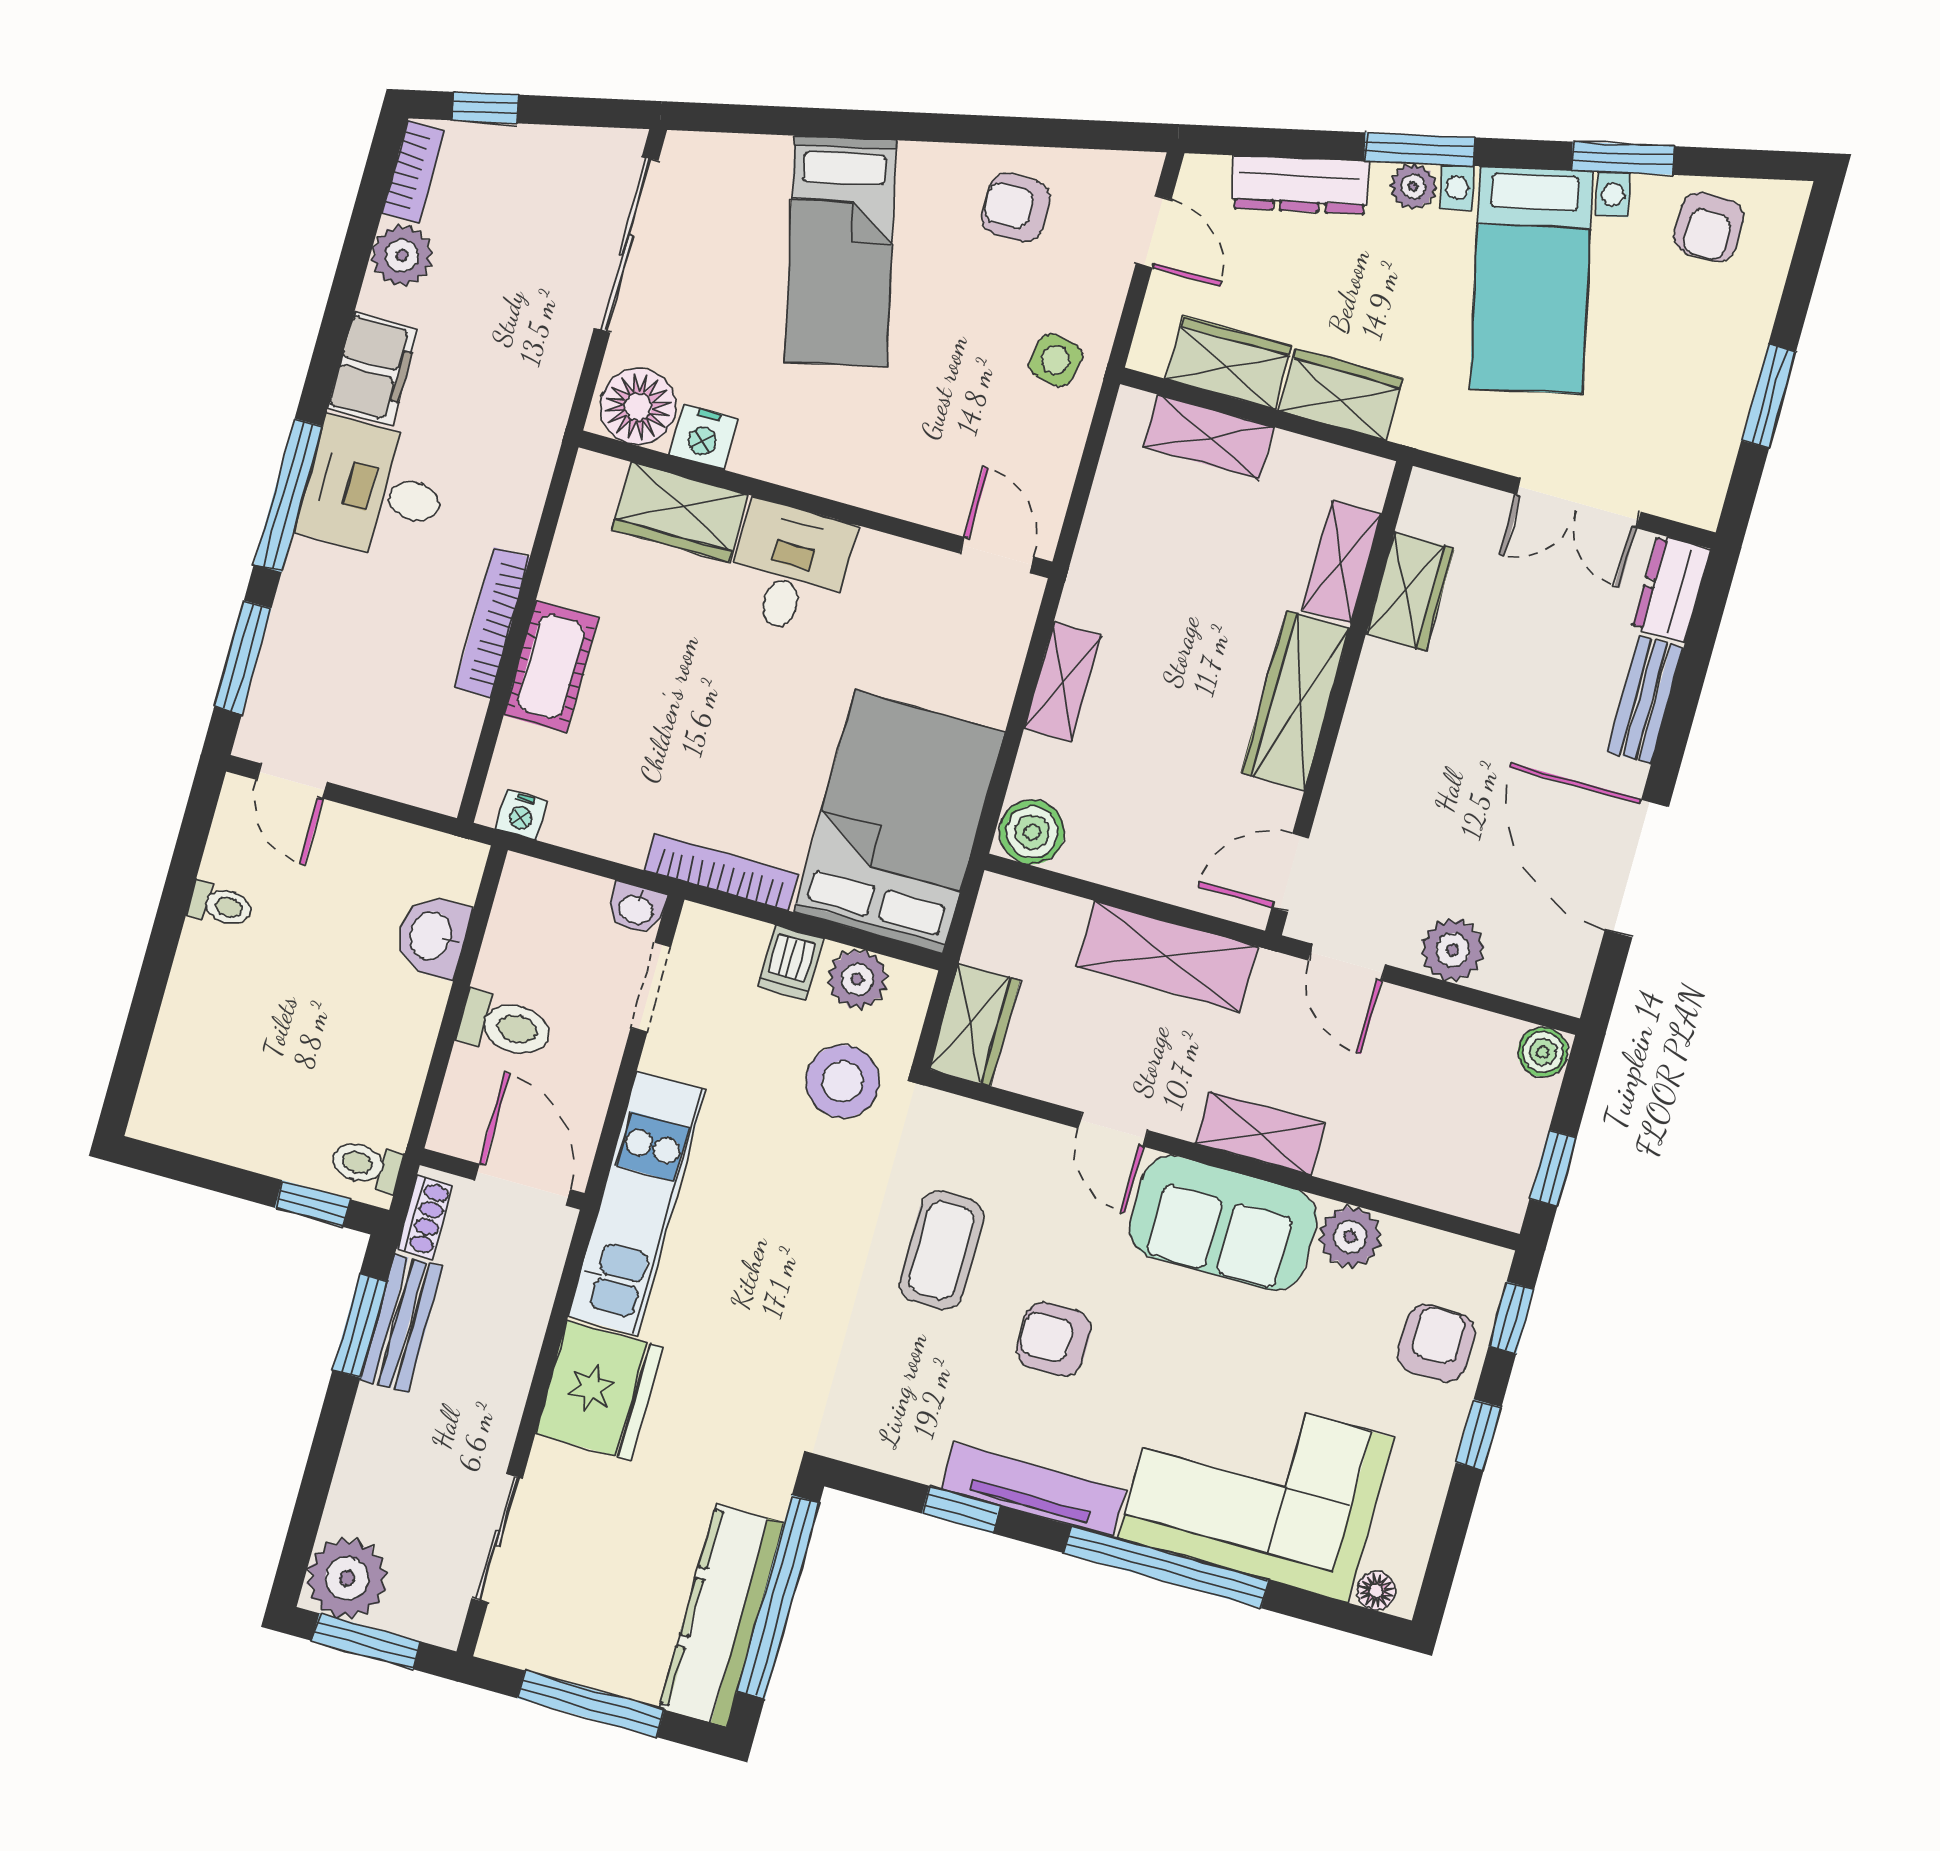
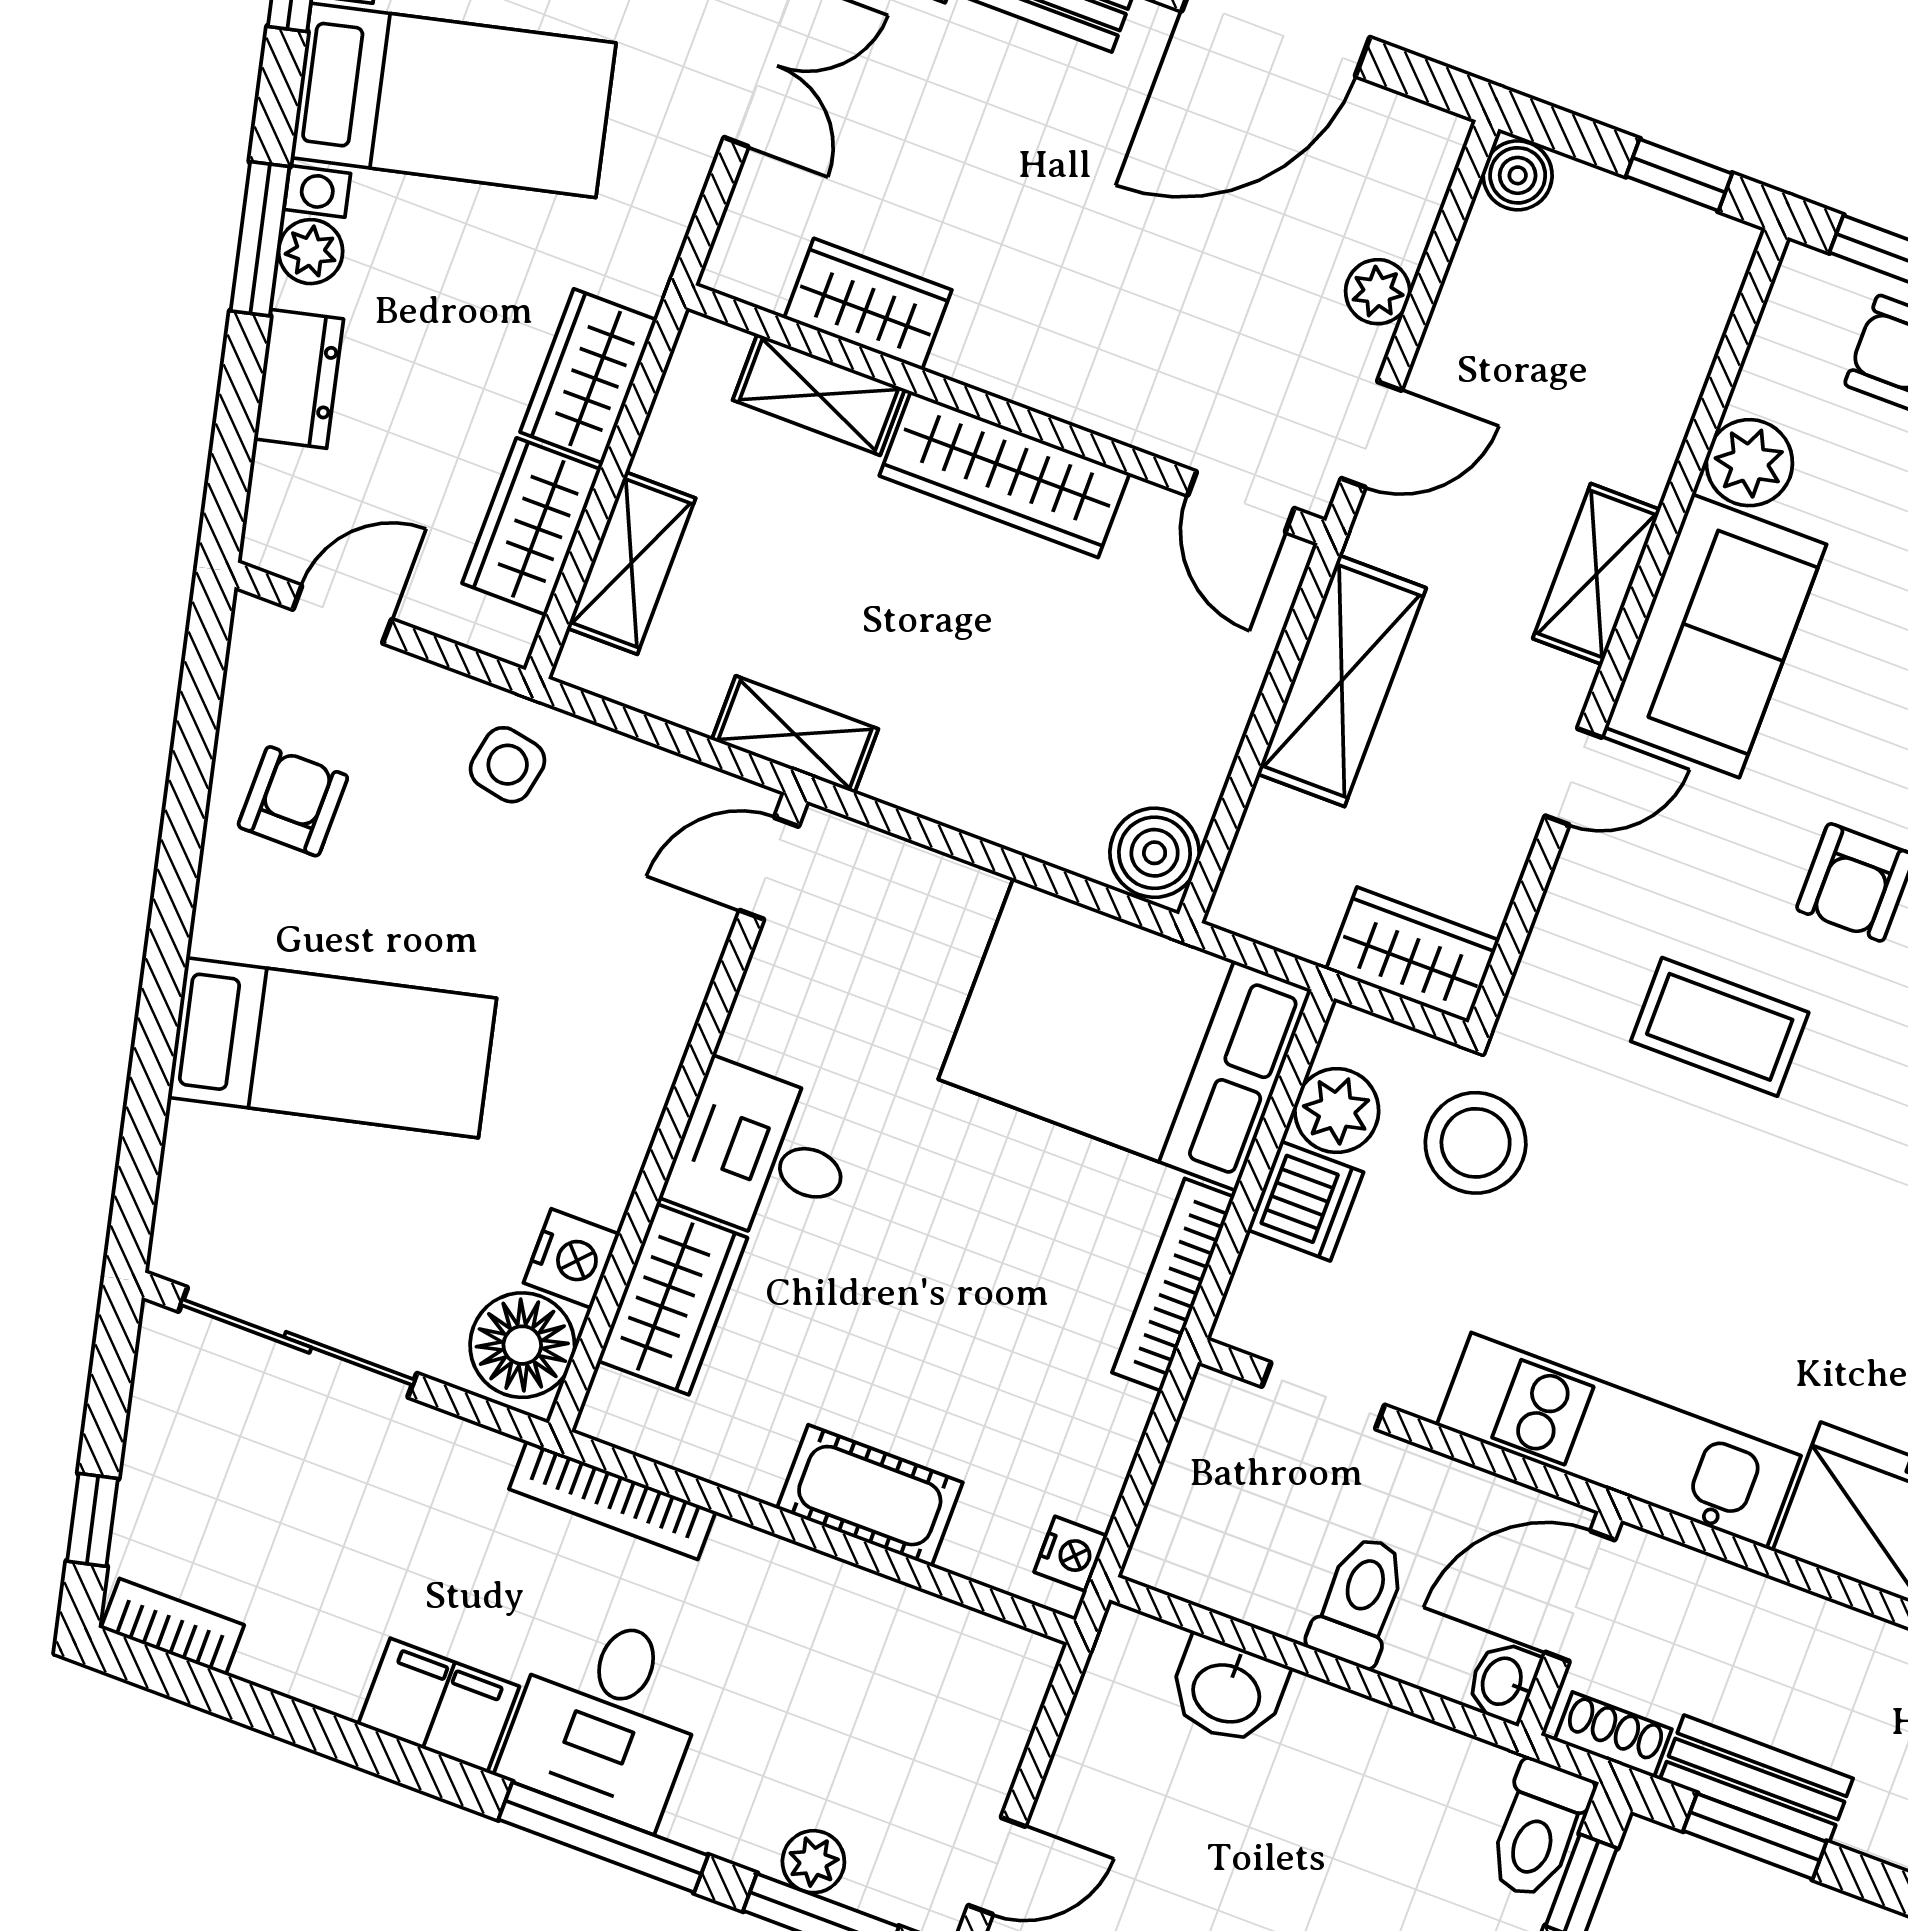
dresser: (1300, 185) -> (299, 379), width x0.70
armchair: (1016, 208) -> (293, 801), turned 180
plant: (402, 256) -> (813, 1862), moved, width x0.73, depth x0.73
bookcase: (492, 623) -> (612, 1500), moved
shelving: (1063, 682) -> (795, 734), moved
washbasin: (636, 908) -> (1503, 1682), moved, turned 180
plant: (1453, 950) -> (1378, 292), width x0.73, depth x0.73
dishwasher: (790, 962) -> (1305, 1201), width x1.38
toilet: (366, 1165) -> (1538, 1829), width x1.37, depth x1.39

